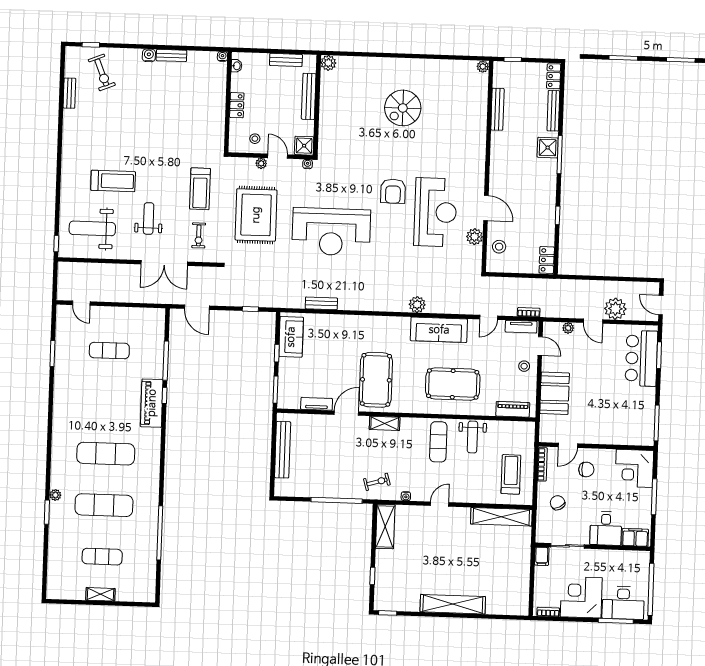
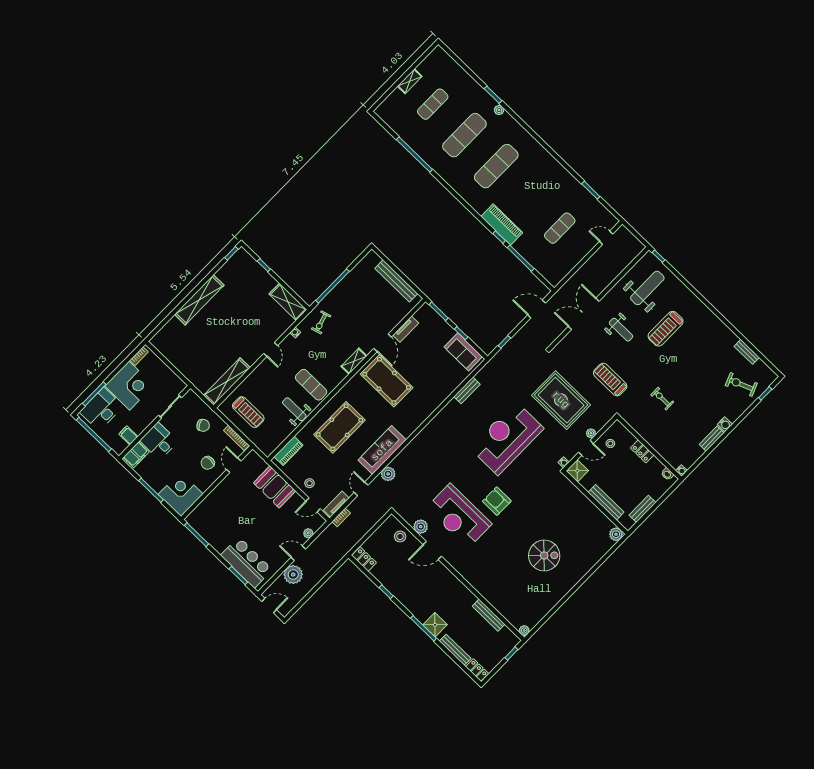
spiral stairs: (403, 108) -> (544, 555), turned 90
exercise bike: (199, 235) -> (662, 399), moved
plant: (417, 305) -> (388, 474), moved
filing cabinet: (542, 556) -> (128, 435), moved

